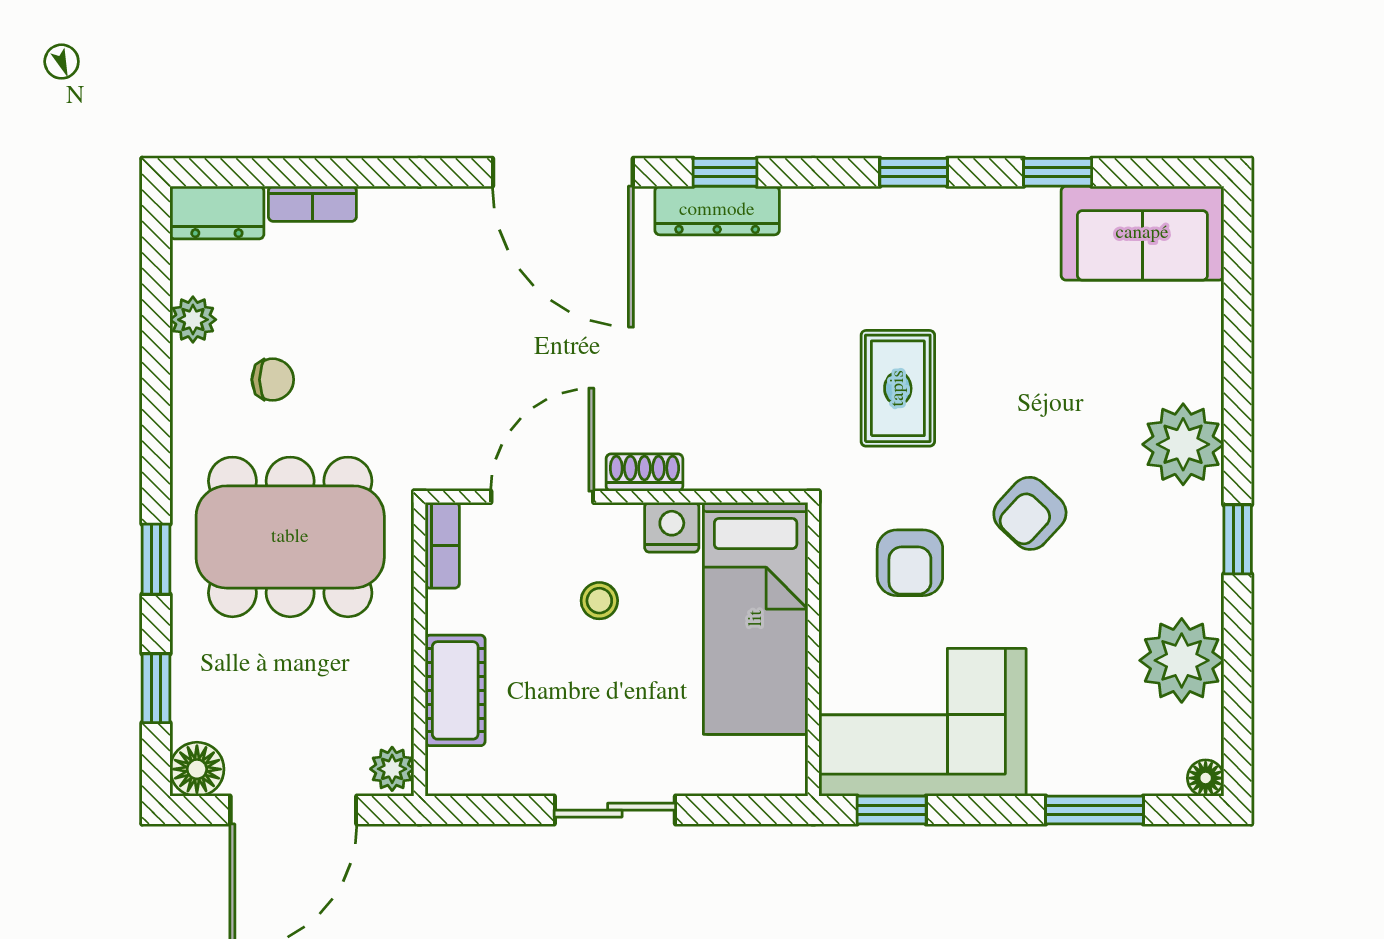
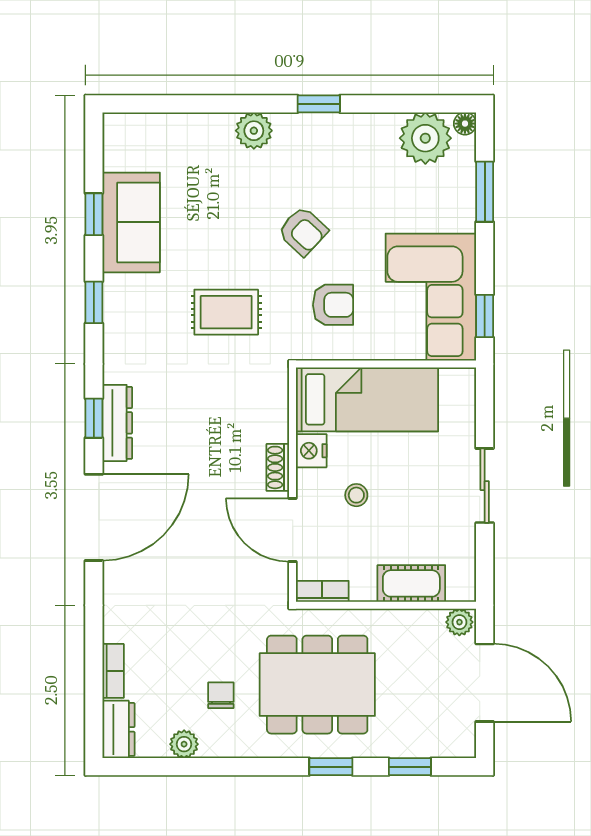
sofa: (1142, 233) -> (131, 222), moved
plant: (1183, 444) -> (254, 131), width x0.73, depth x0.73
dining table: (290, 537) -> (317, 685), turned 90
plant: (1182, 660) -> (425, 138), moved
floor lamp: (197, 769) -> (460, 742), removed

